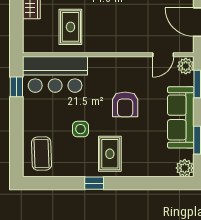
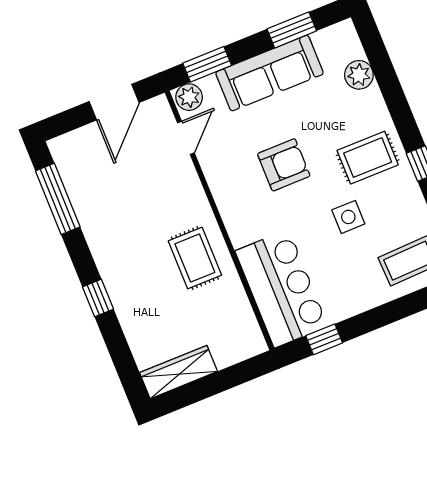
rug: (70, 27) -> (195, 258), moved, turned 90
door: (163, 55) -> (186, 138), hinge flipped
plant: (185, 168) -> (359, 75), moved

